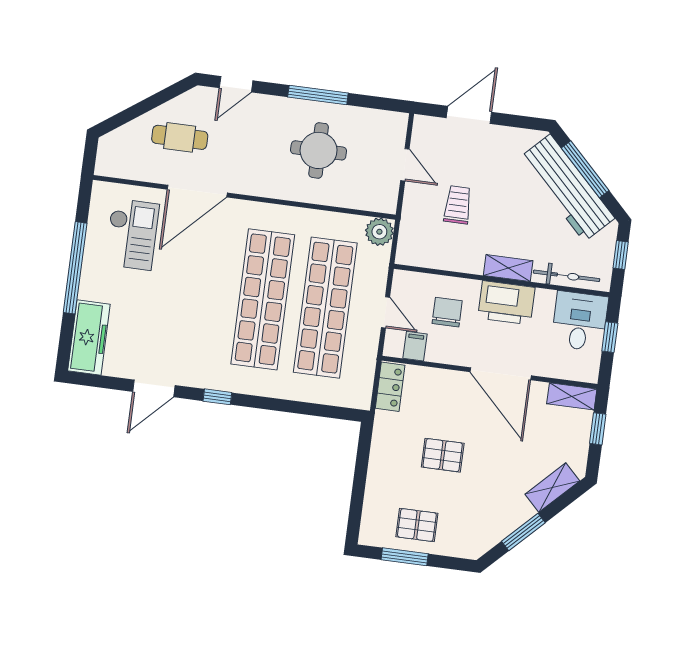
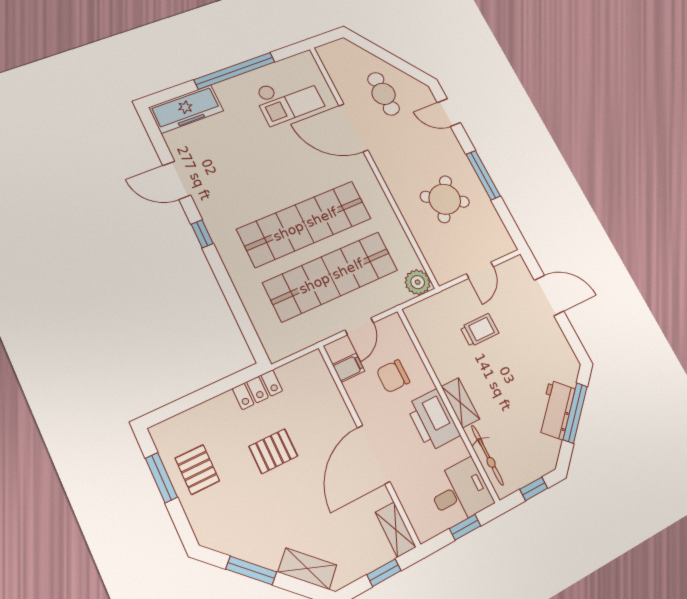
round table: (319, 150) -> (445, 199), turned 31
workbench: (567, 188) -> (556, 410), width x0.53, depth x0.76
chair: (447, 312) -> (393, 376), turned 180
locker: (390, 387) -> (257, 390), moved
pallet: (443, 455) -> (273, 451), turned 90

